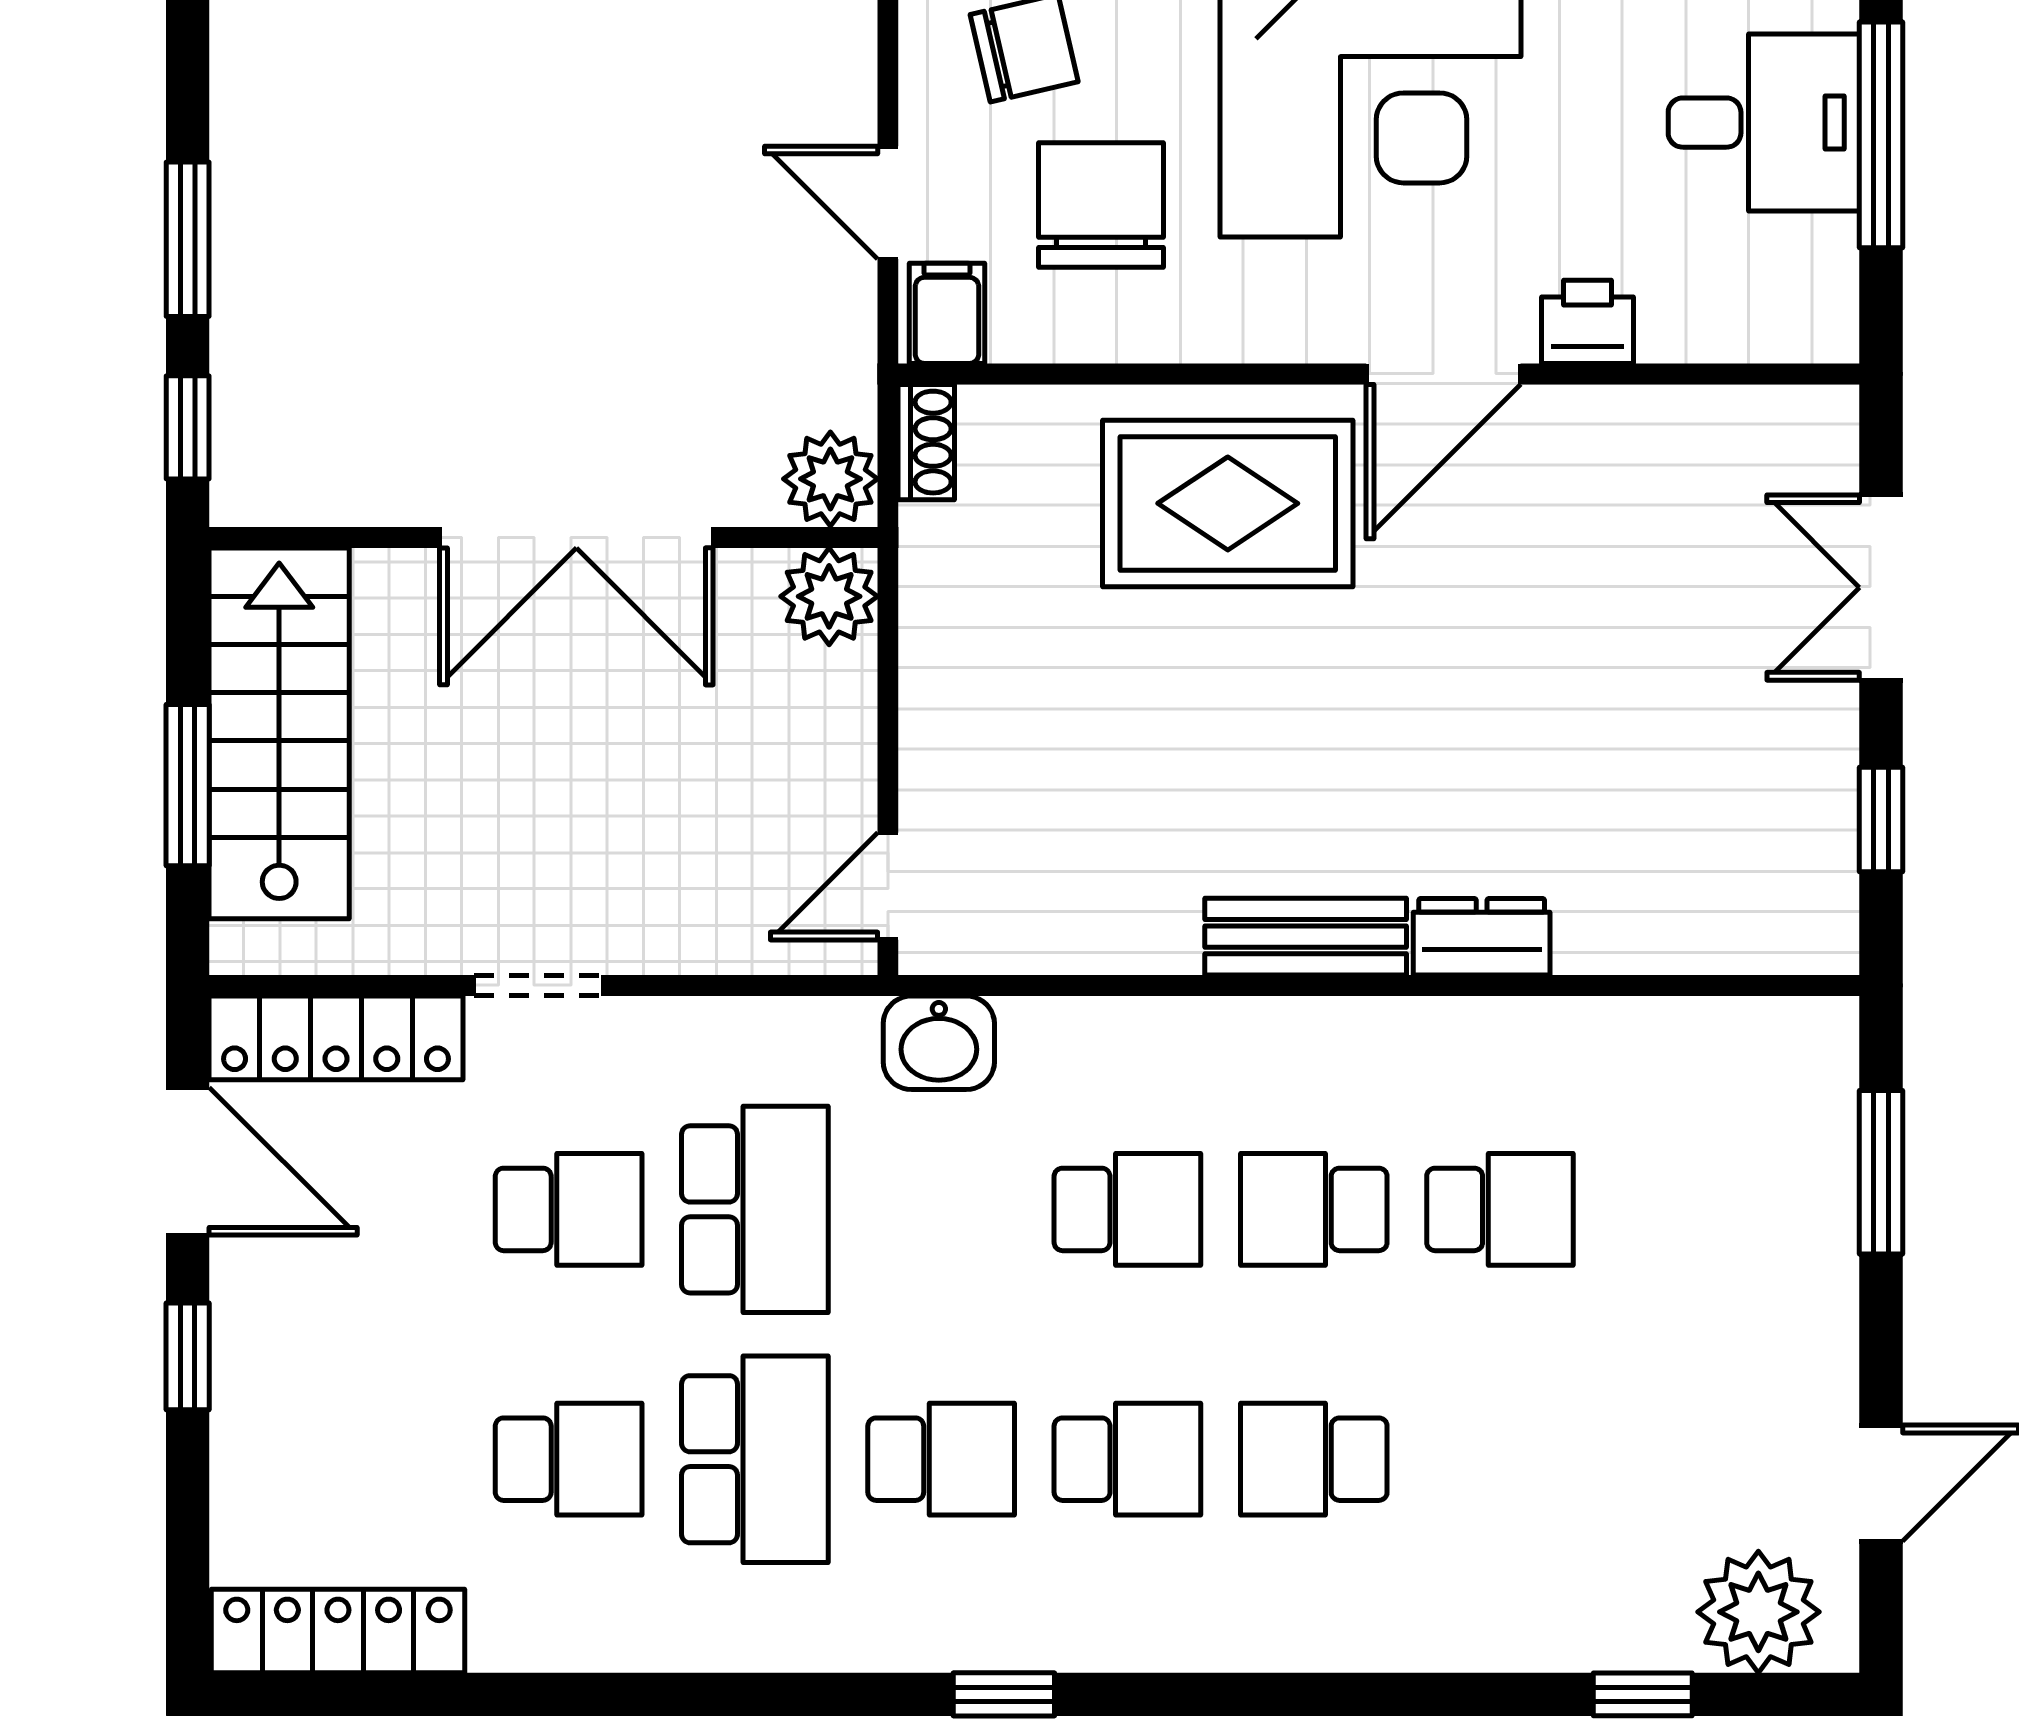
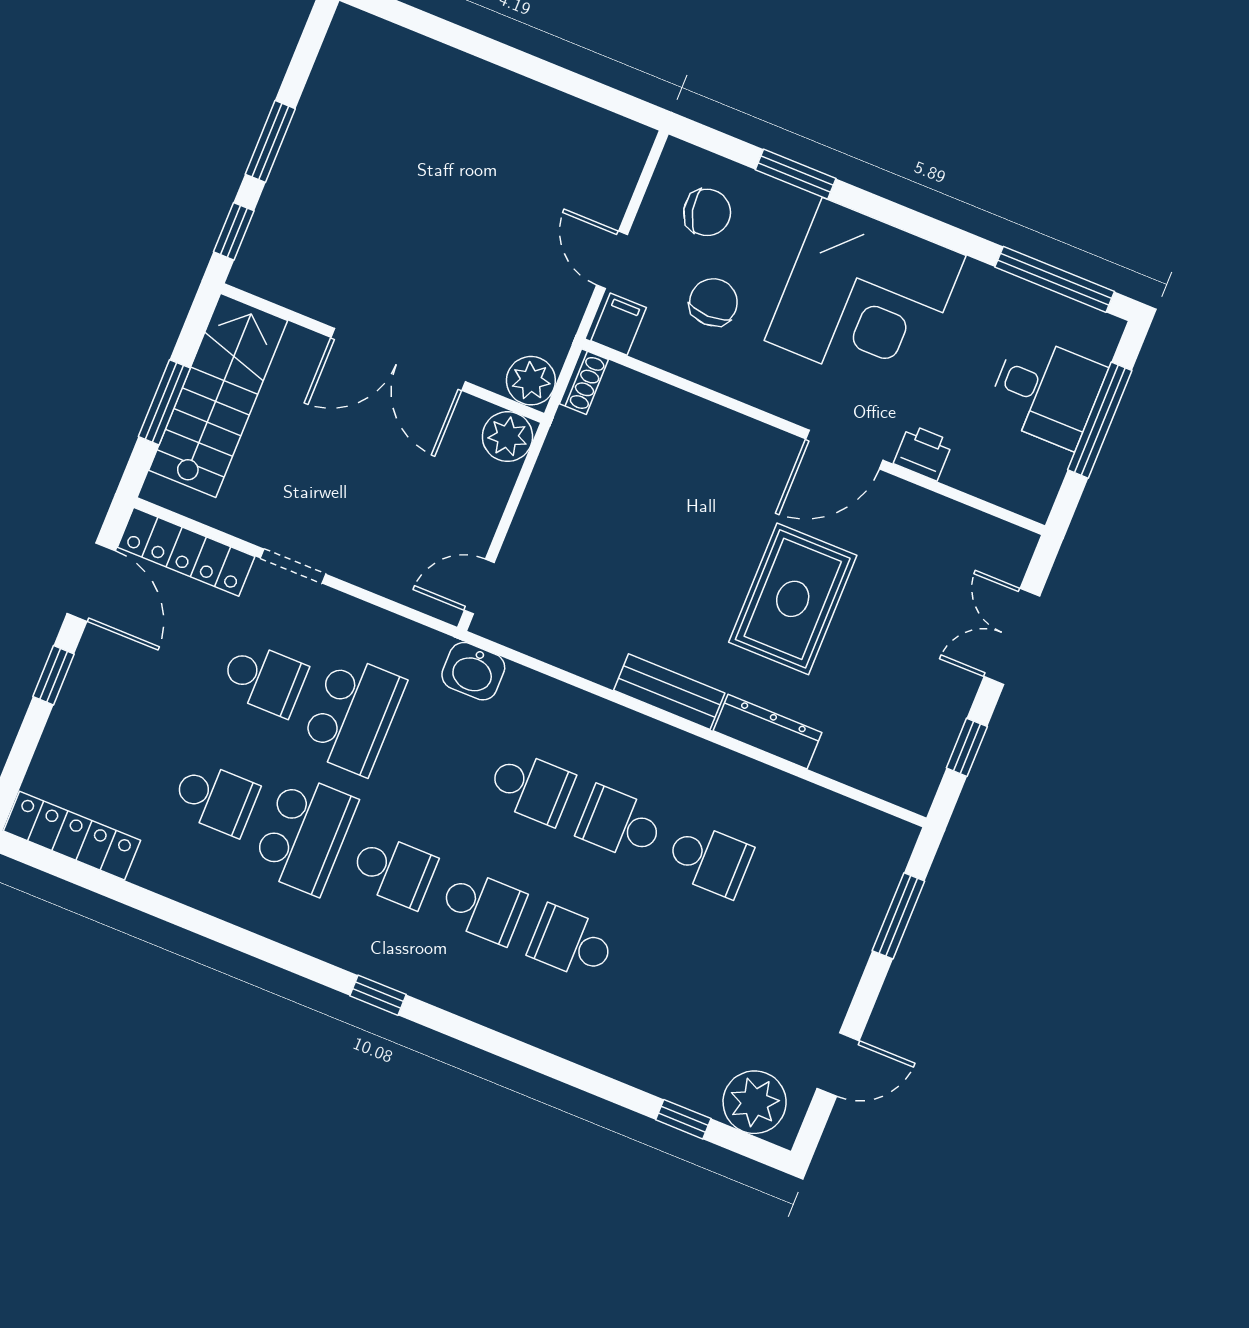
chair: (1101, 205) -> (713, 302), width x0.73, depth x0.73
rug: (1228, 503) -> (793, 599), moved, turned 90
dresser: (1482, 937) -> (768, 732), width x1.44

